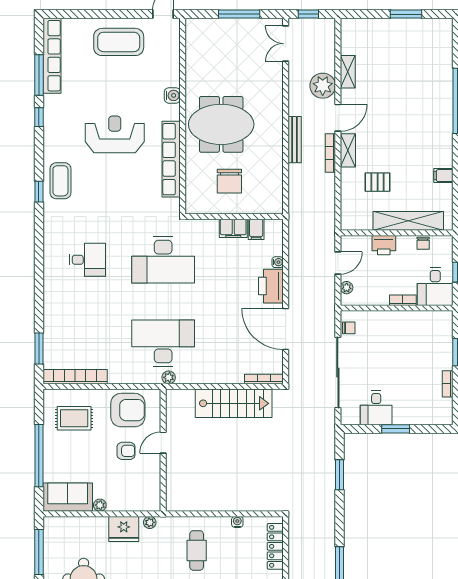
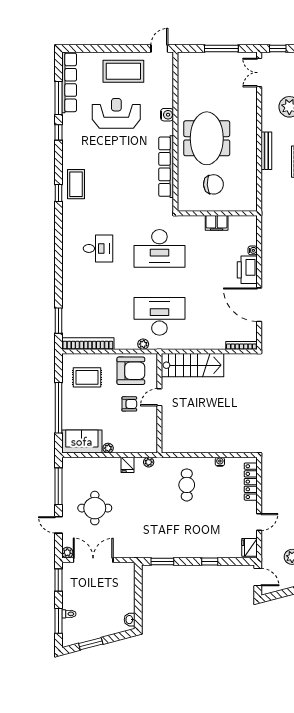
meeting table: (221, 124) -> (207, 138), turned 90
reception desk: (115, 134) -> (116, 113), moved
chair: (229, 181) -> (213, 184), turned -93
filing cabinet: (256, 229) -> (235, 224), removed
plant: (169, 377) -> (143, 344), moved
stairs: (234, 403) -> (193, 365), moved
fridge: (124, 529) -> (127, 465), width x0.53, depth x0.75

